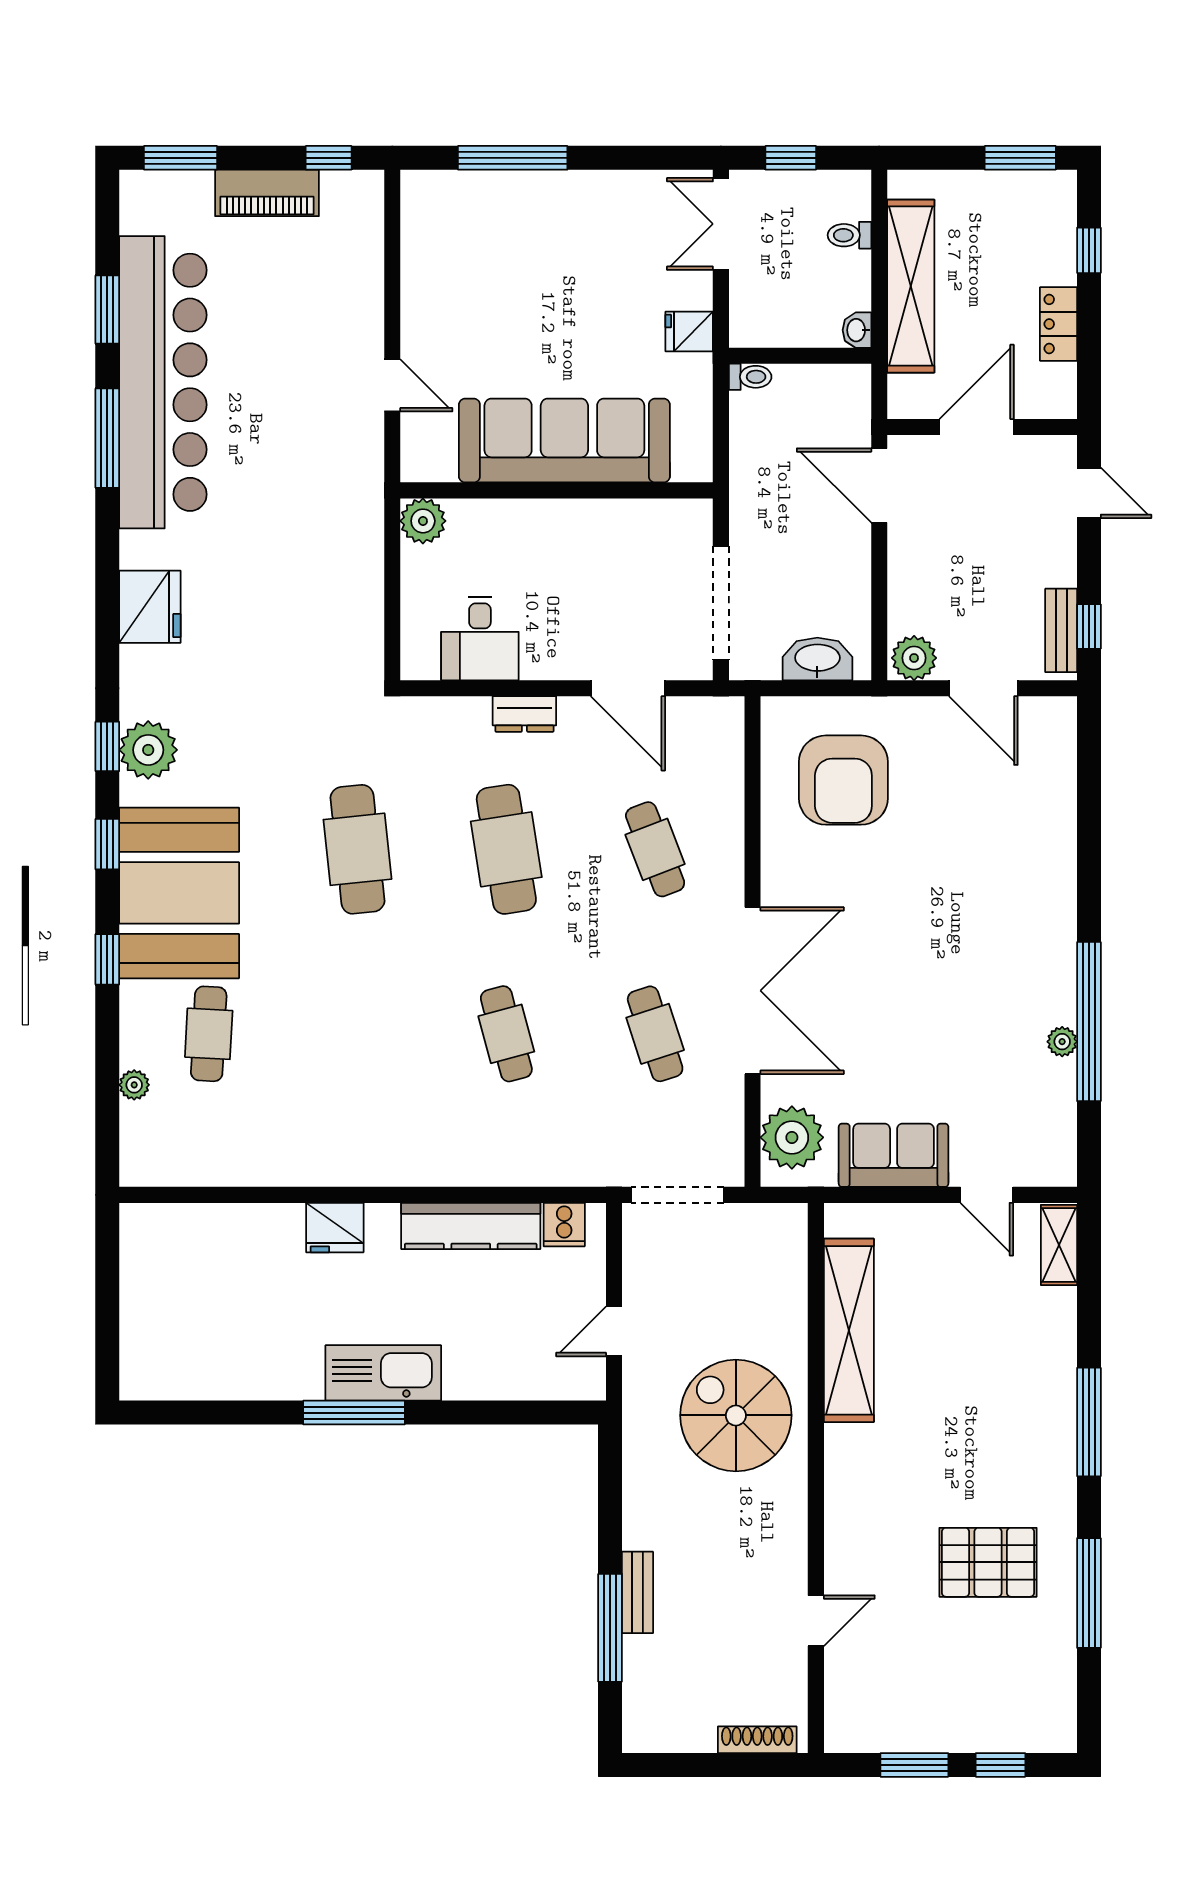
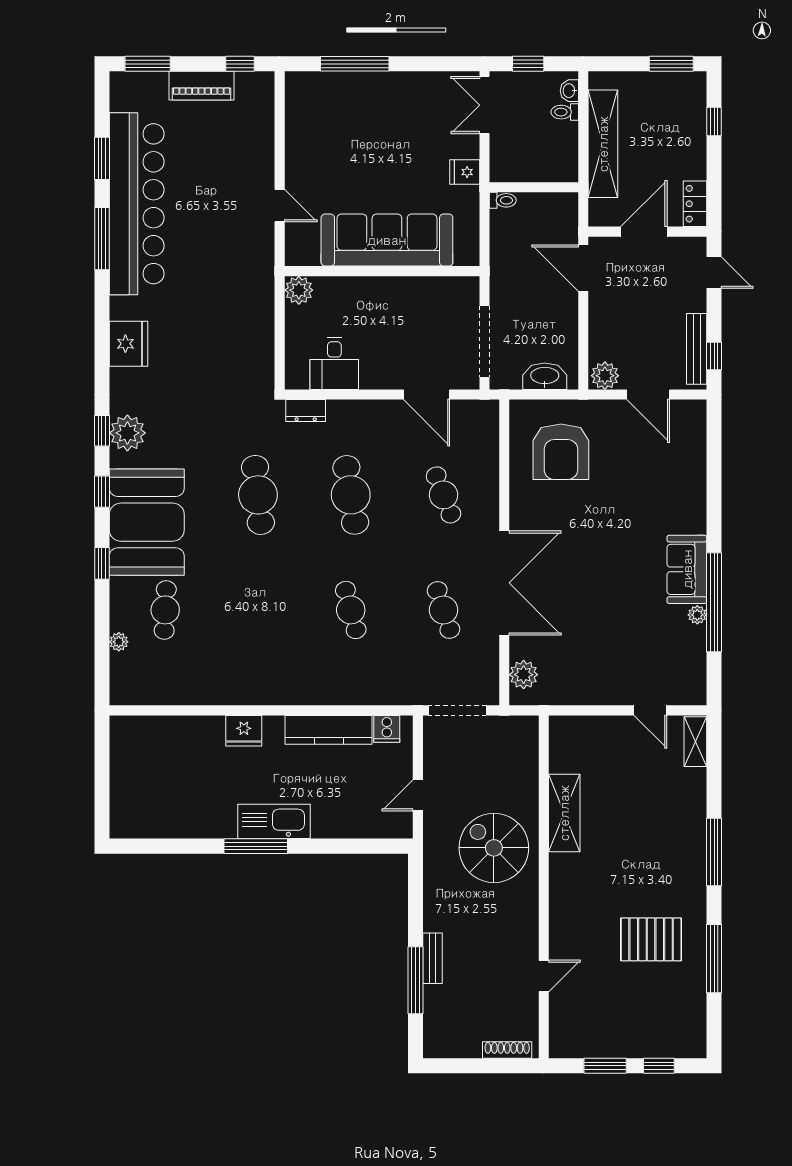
locker: (1058, 324) -> (695, 204), moved
washbasin: (857, 330) -> (569, 91), moved
bench: (1061, 630) -> (697, 349), width x1.36
dresser: (524, 714) -> (306, 411), moved
plant: (792, 1137) -> (524, 675), width x0.73, depth x0.73
sofa: (894, 1155) -> (687, 569), moved, turned -90
shelving: (849, 1330) -> (564, 813), width x0.68

